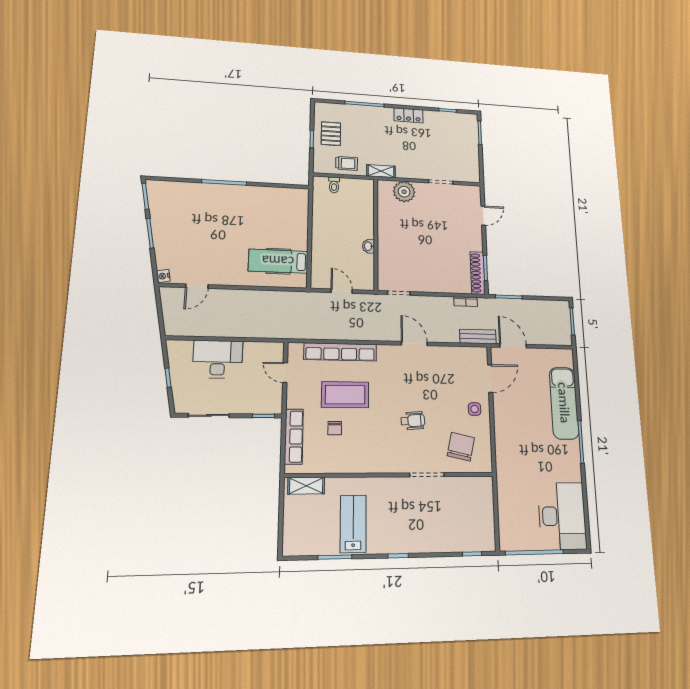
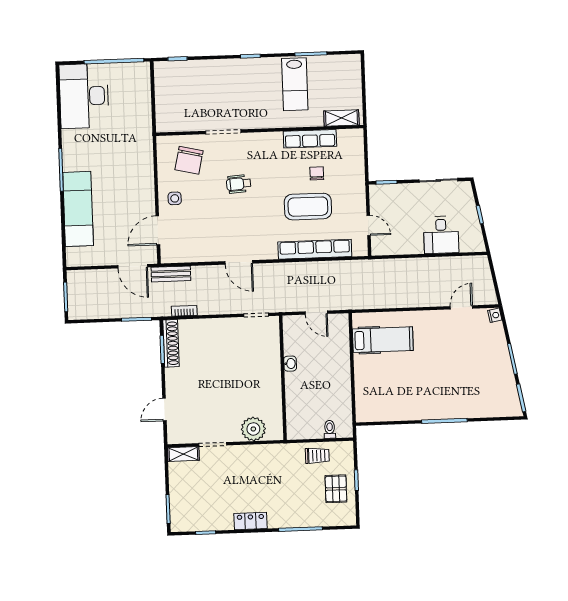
trolley: (347, 163) -> (317, 456), turned 180
shelving: (381, 171) -> (183, 454), moved
desk: (218, 359) -> (441, 235), width x0.73
row of seats: (294, 437) -> (310, 139), moved, turned -90

